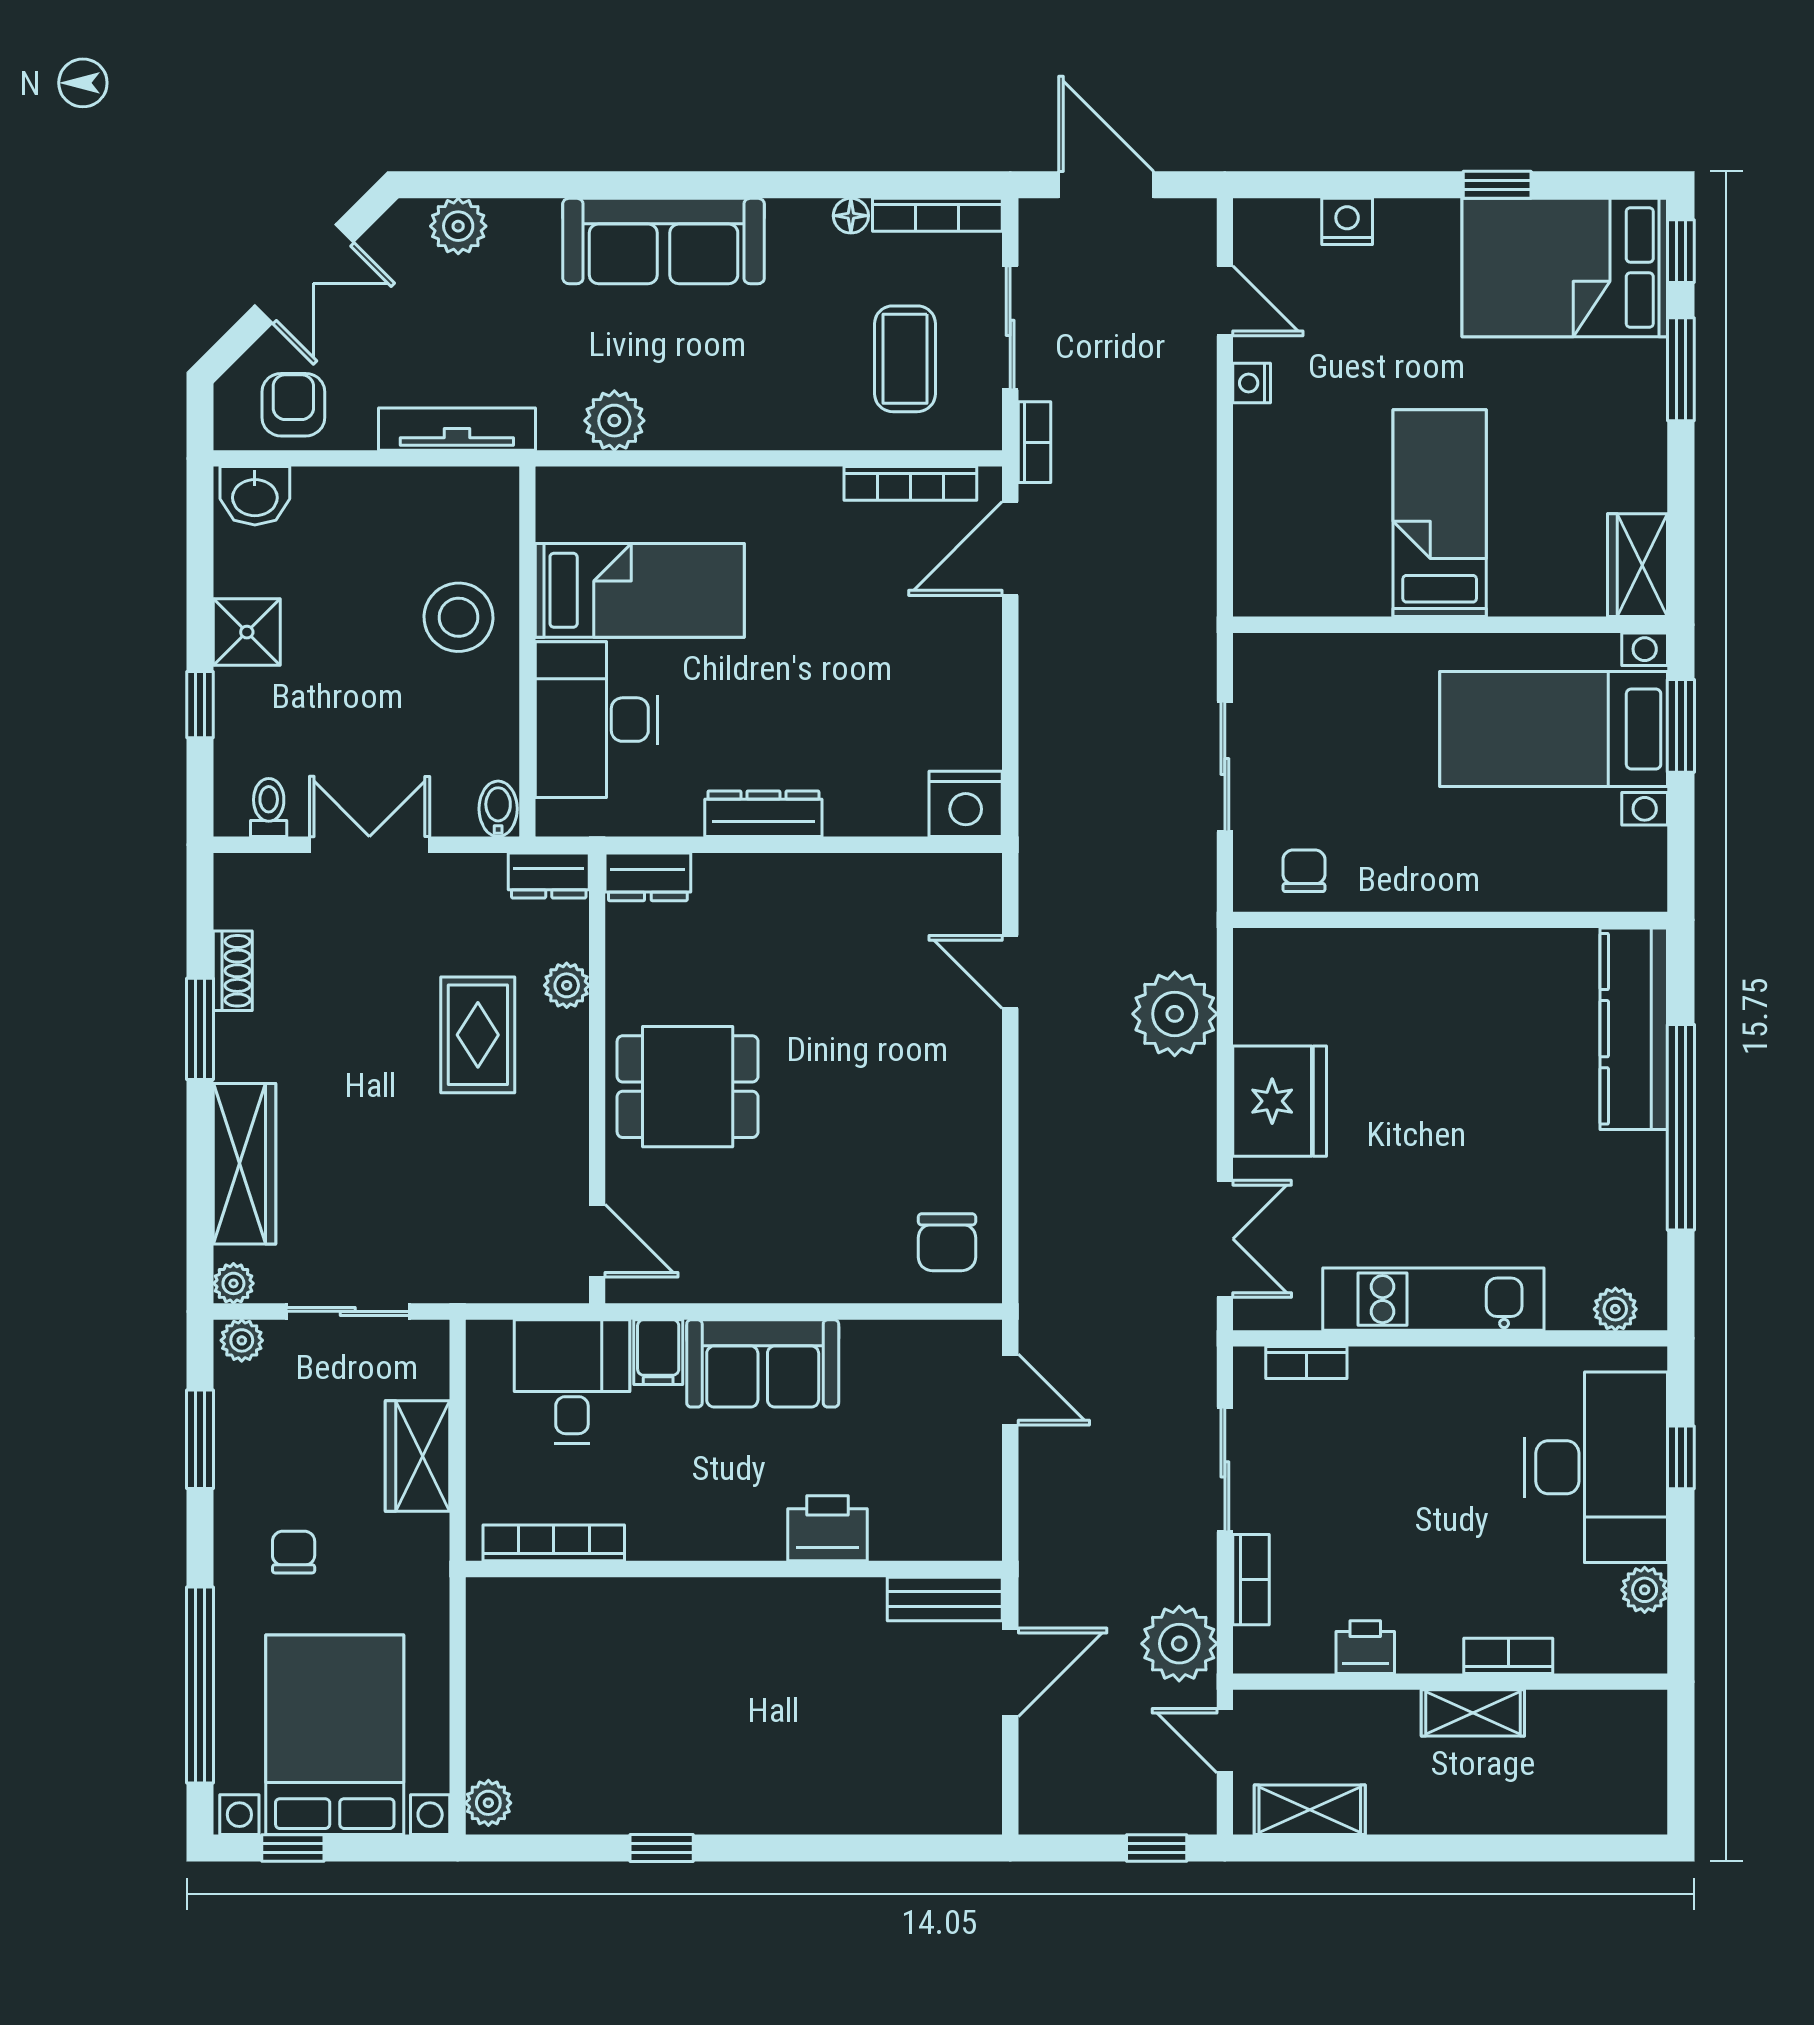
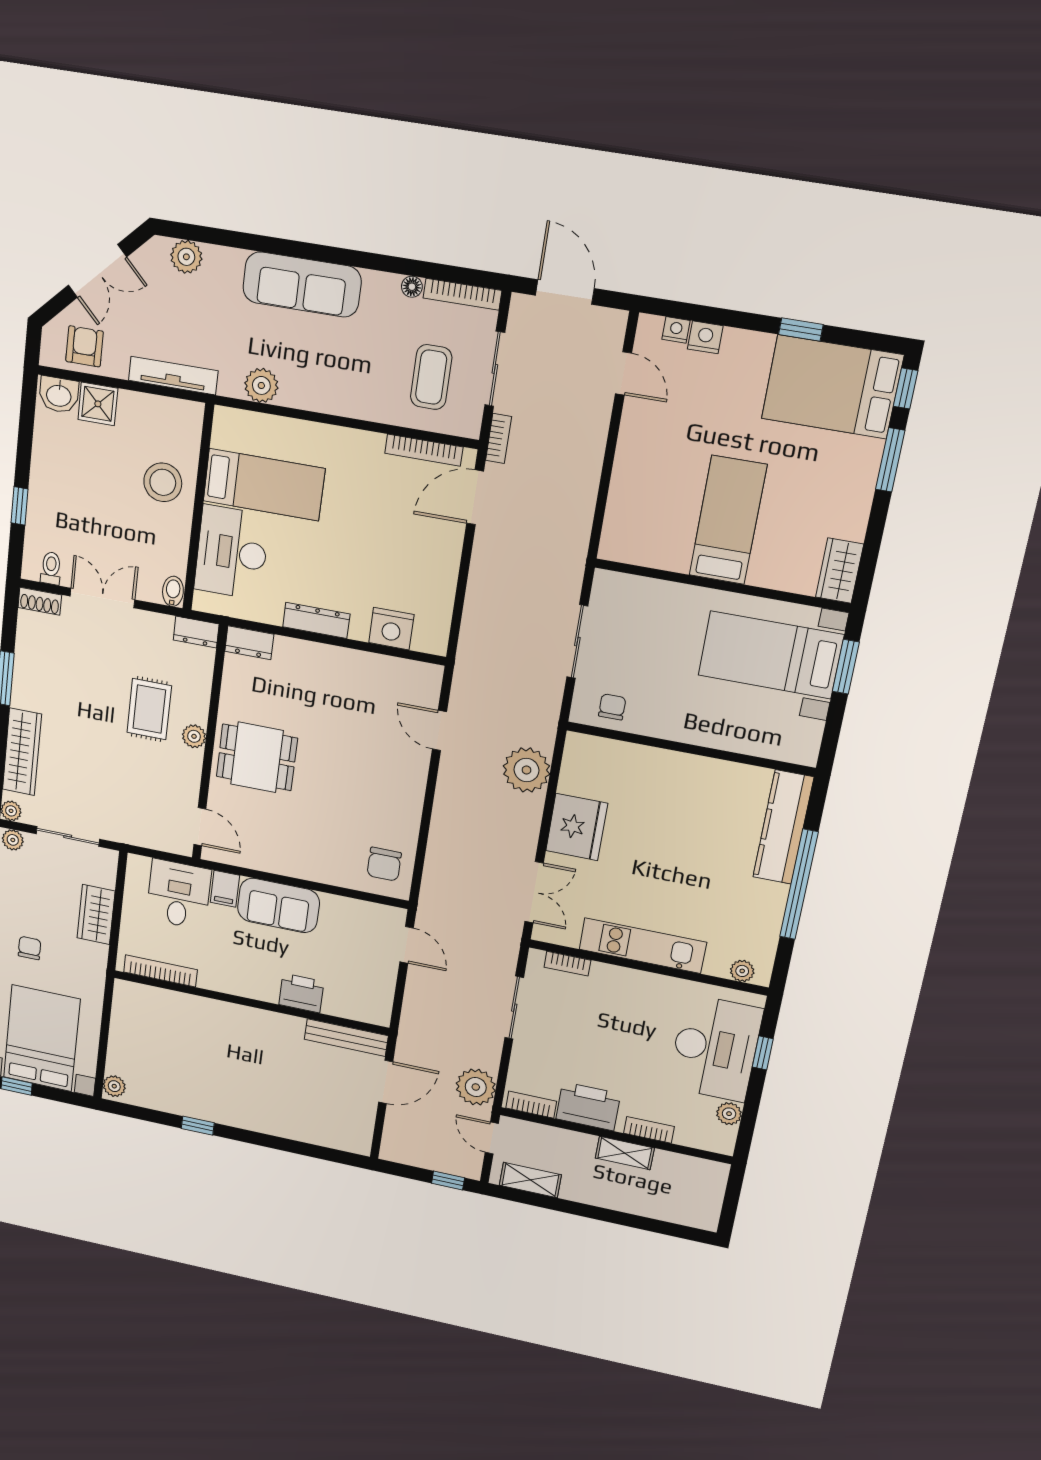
nightstand: (1252, 383) -> (676, 330), moved, turned 90
shower: (247, 632) -> (98, 404), moved
nightstand: (966, 804) -> (391, 629), moved
shoe rack: (233, 971) -> (40, 601), moved, turned 90
plant: (567, 985) -> (194, 736), moved
bookcase: (1251, 1580) -> (531, 1105), moved, turned -90
bench: (945, 1599) -> (346, 1038), width x1.36
printer: (1365, 1647) -> (588, 1106), width x1.87, depth x1.48

